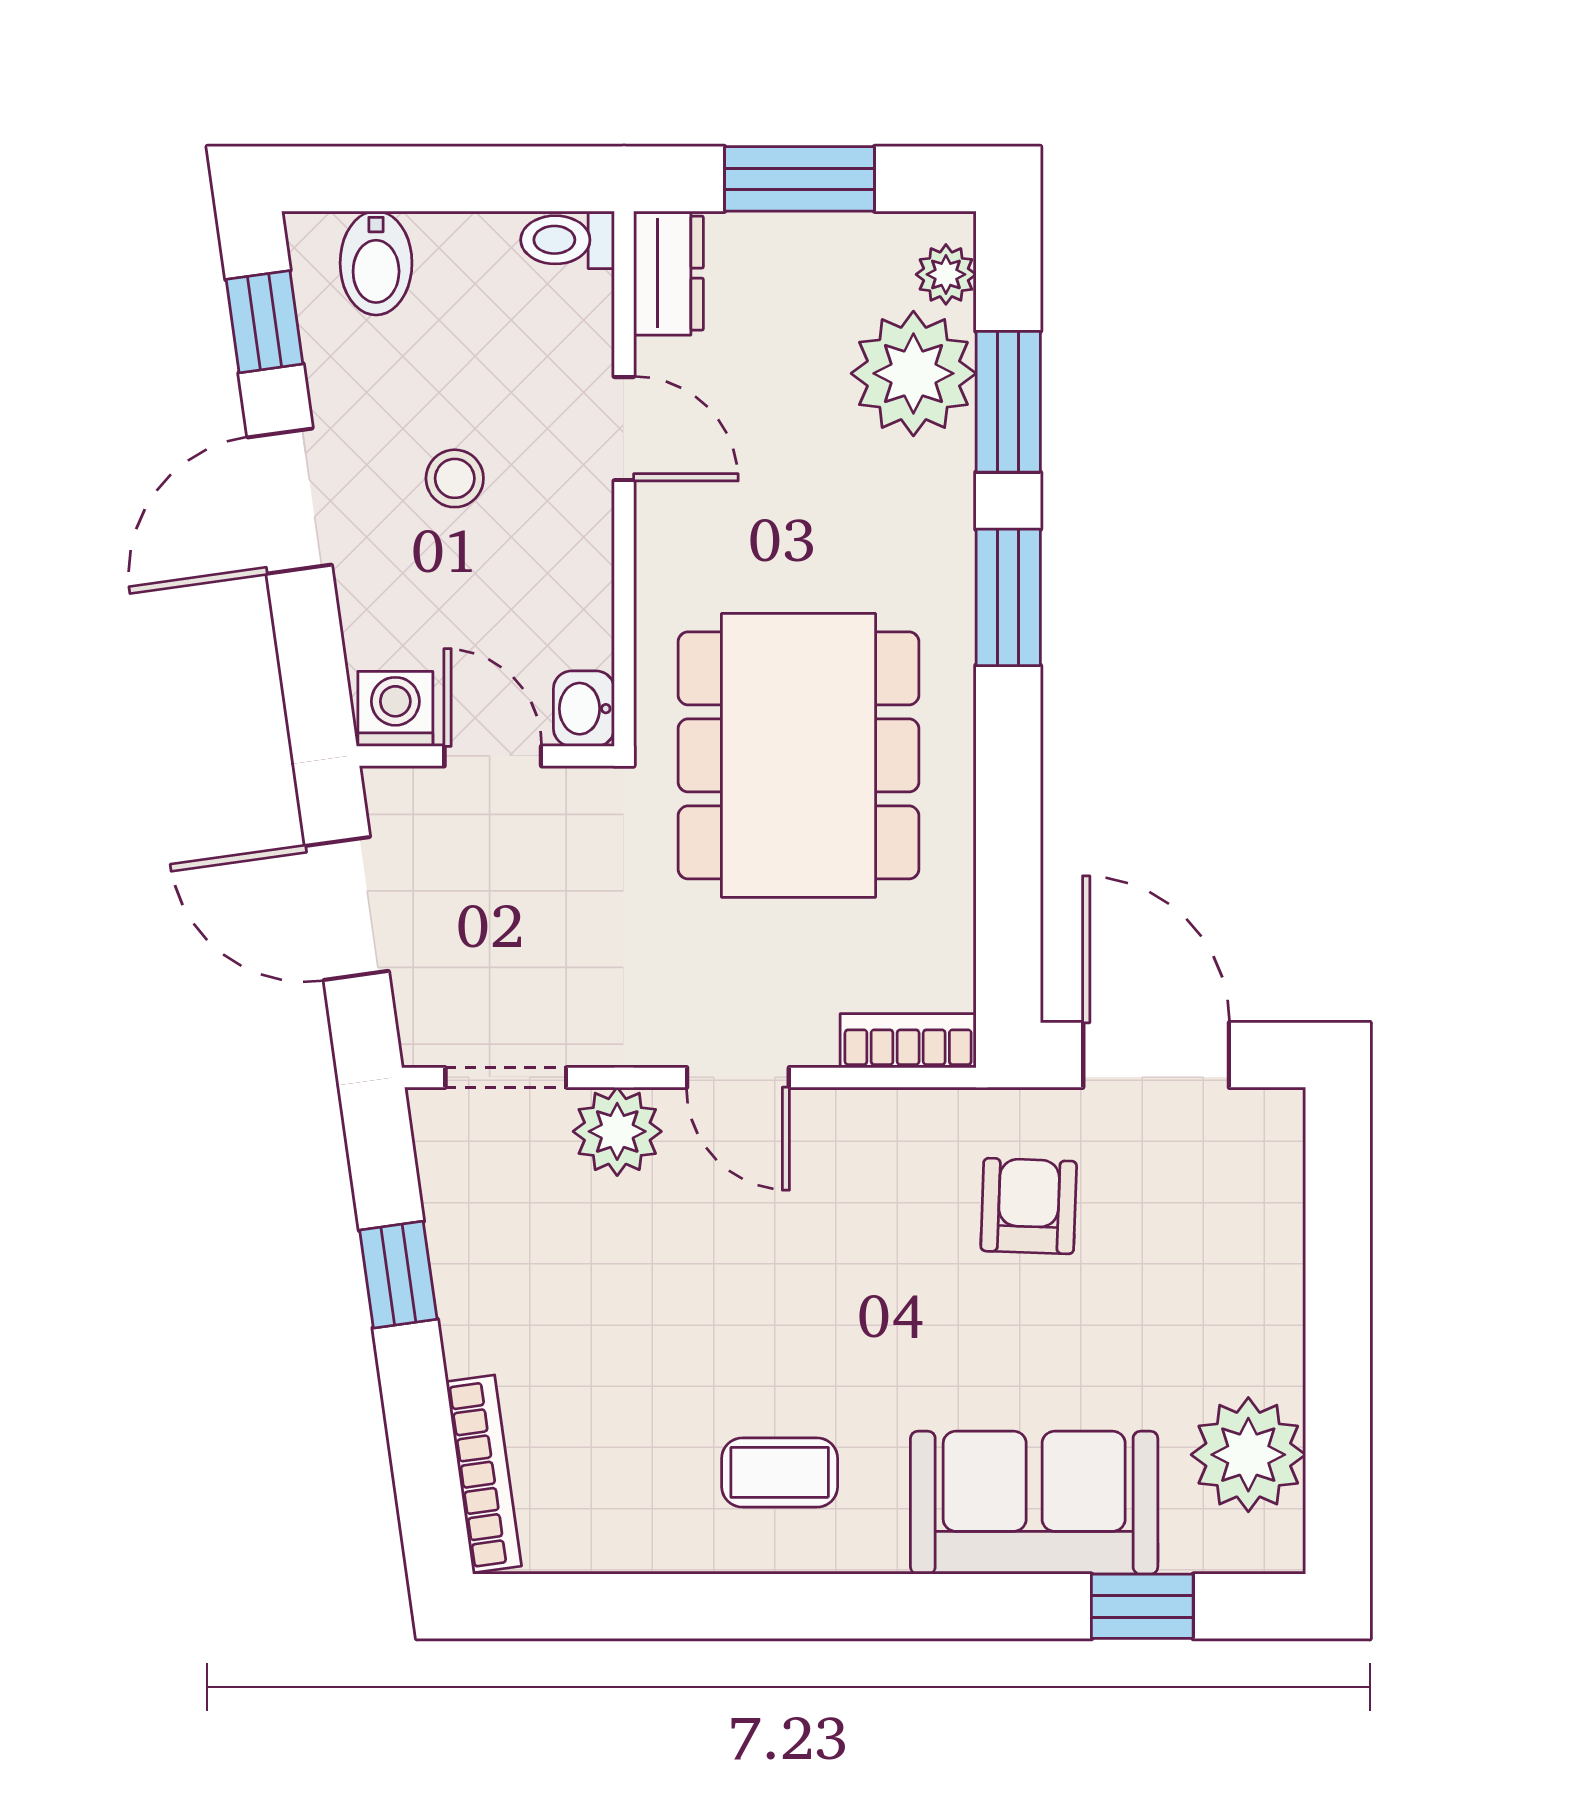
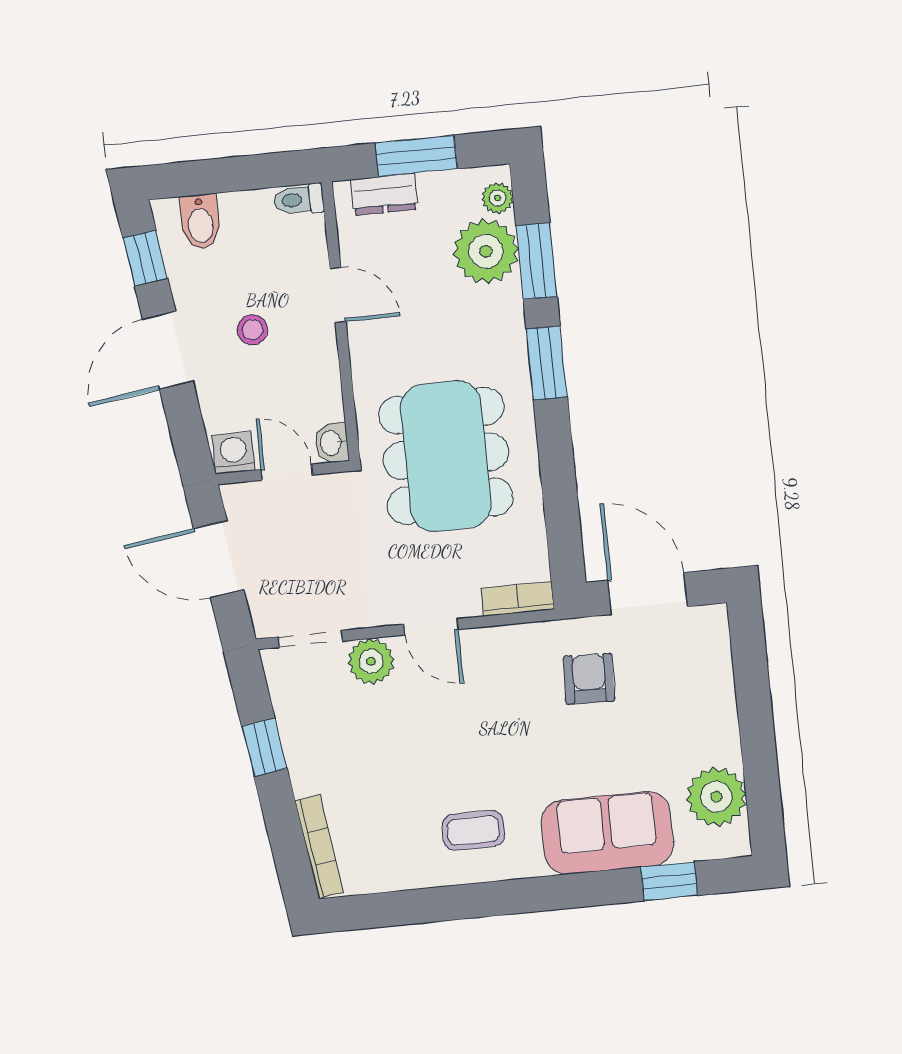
dresser: (669, 273) -> (384, 194), moved, turned 90

